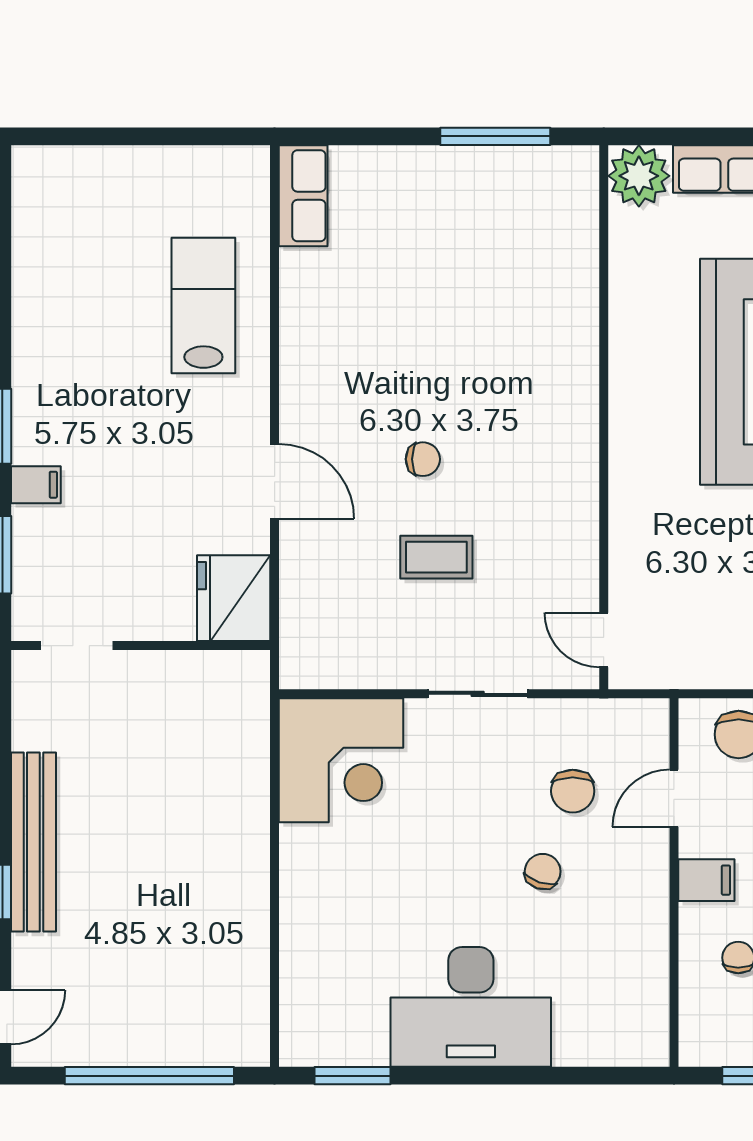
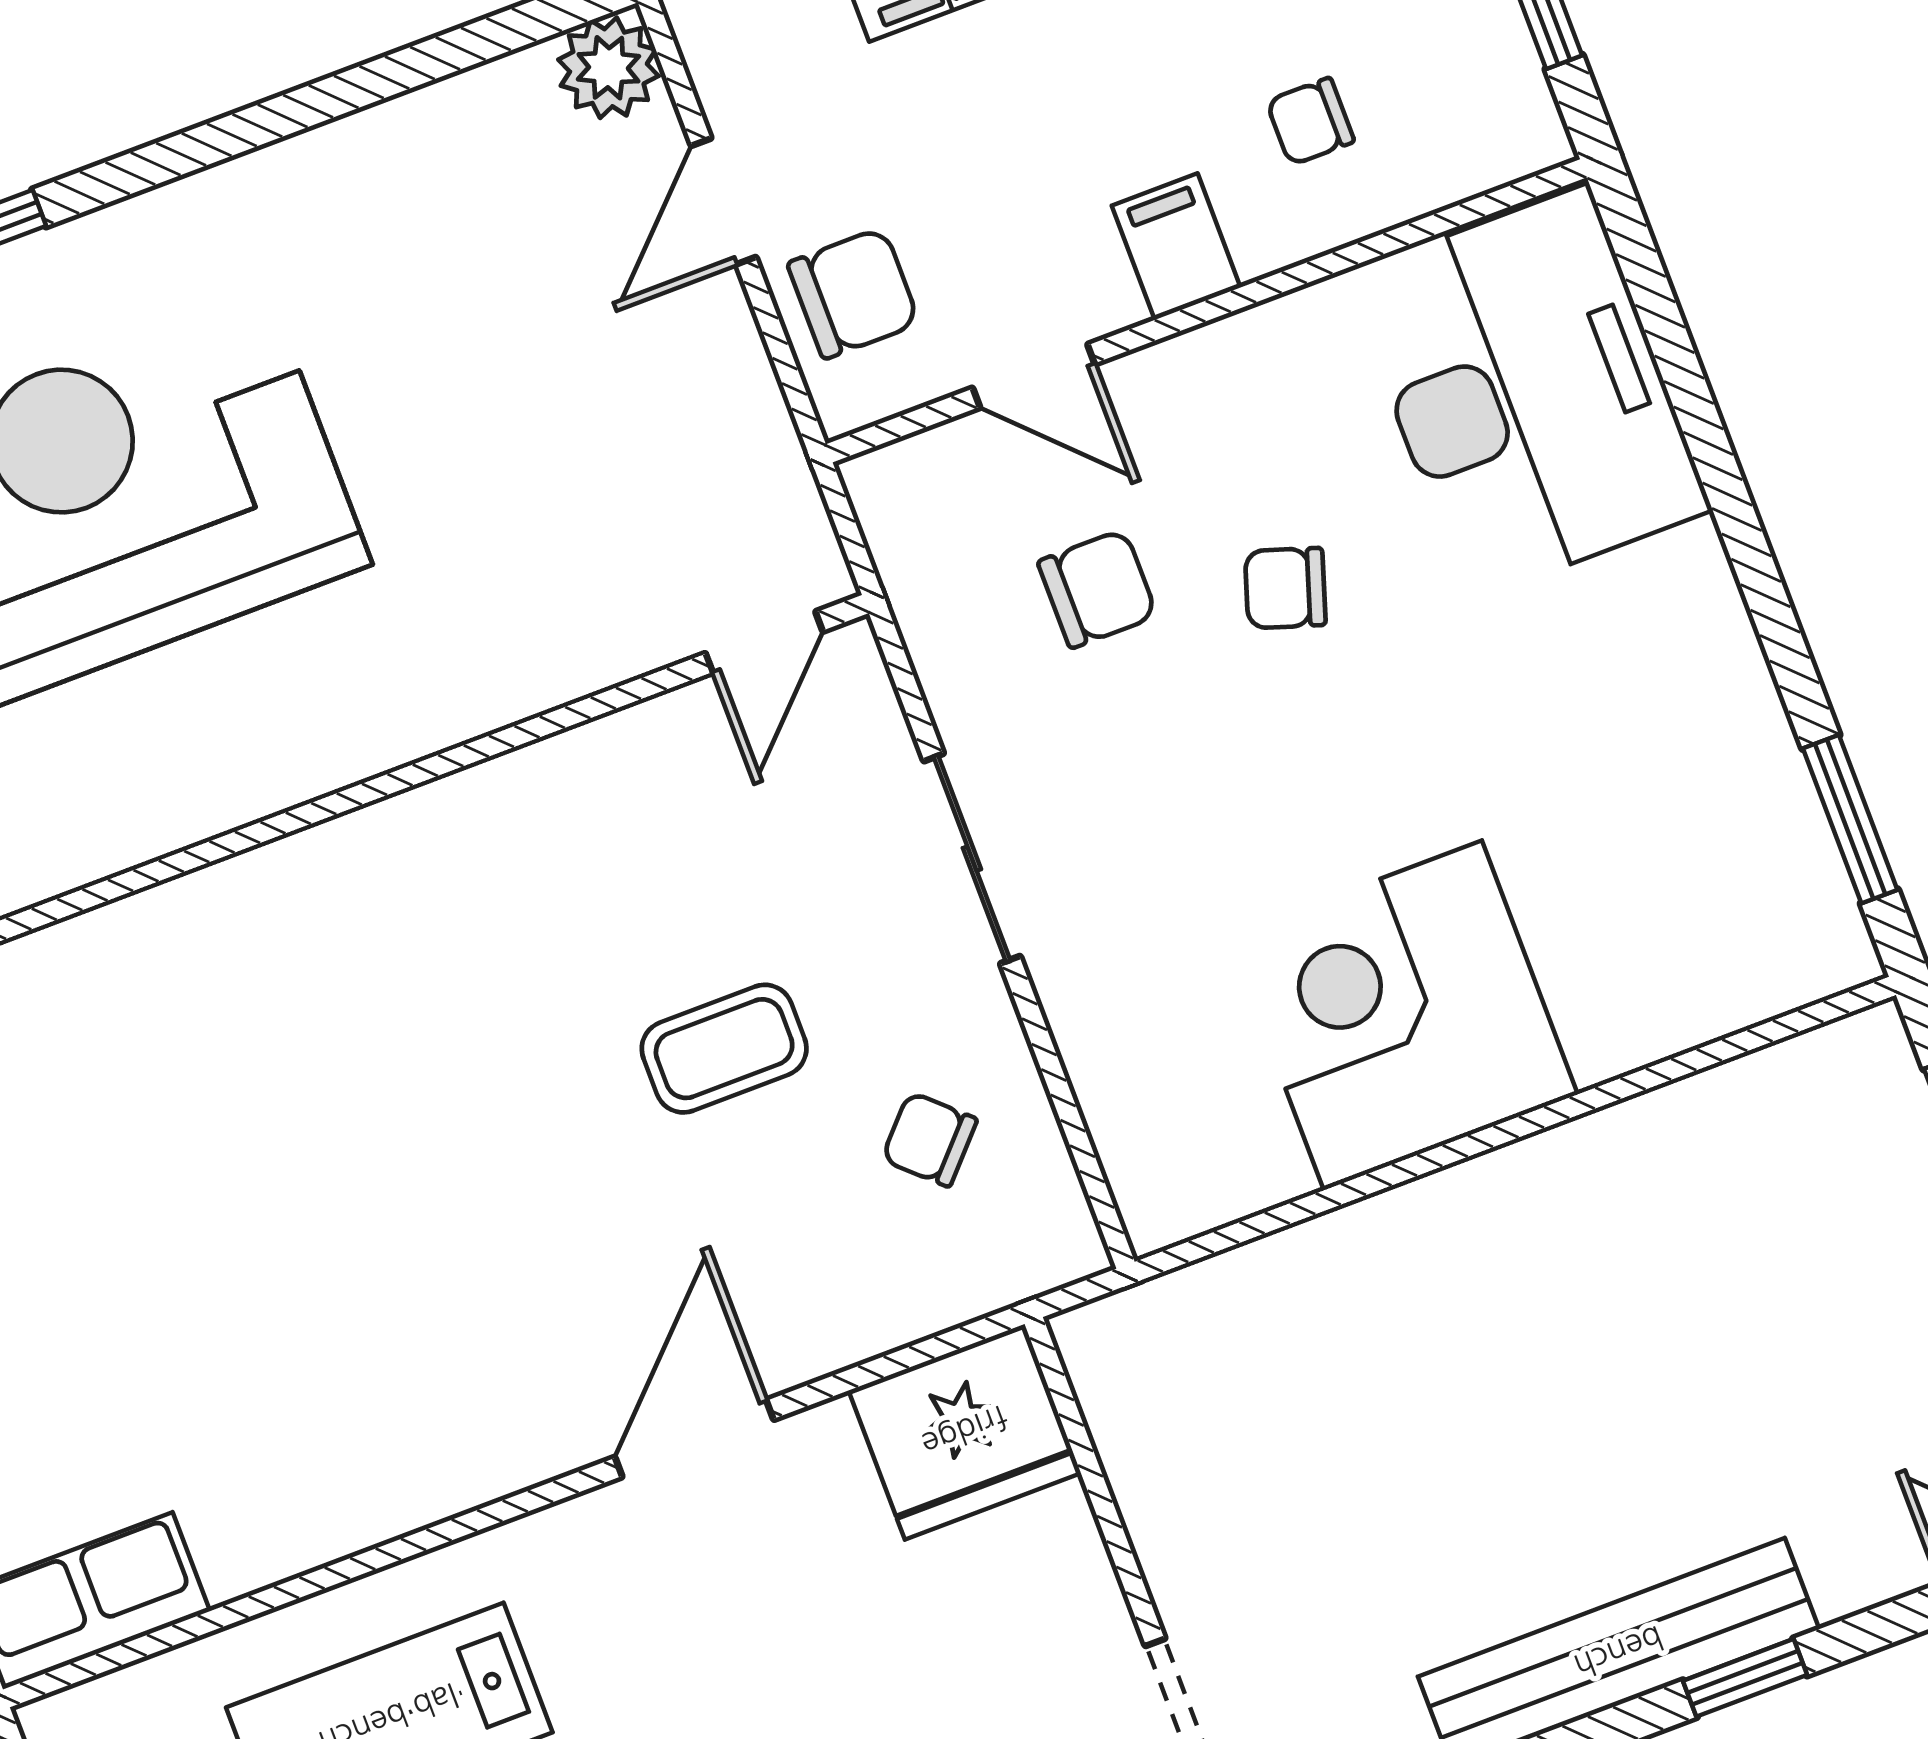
chair: (423, 459) -> (929, 1139), moved, turned -47
coffee table: (436, 557) -> (724, 1049), turned 90
corner desk: (341, 760) -> (1403, 1015), moved, turned -90
desk: (471, 1007) -> (1528, 393), moved

